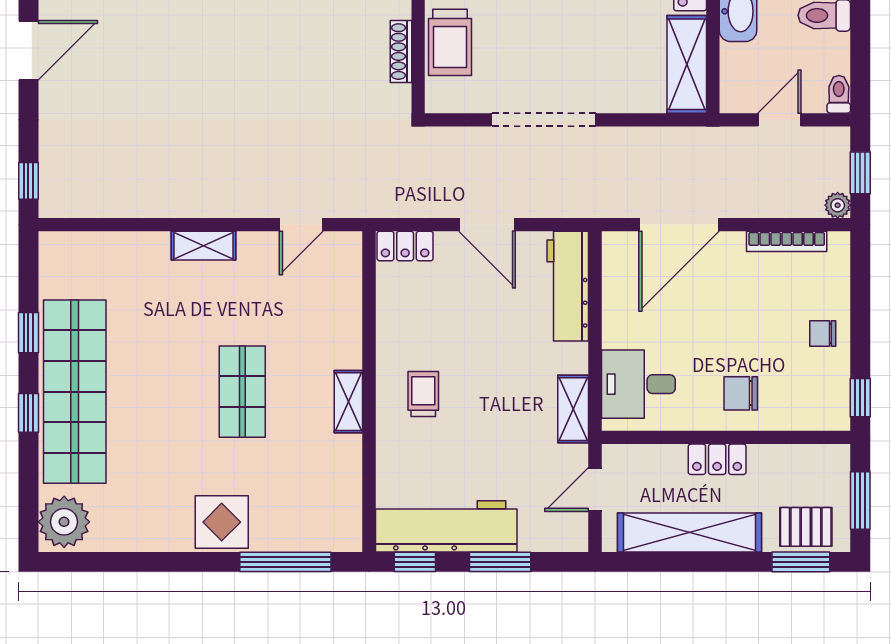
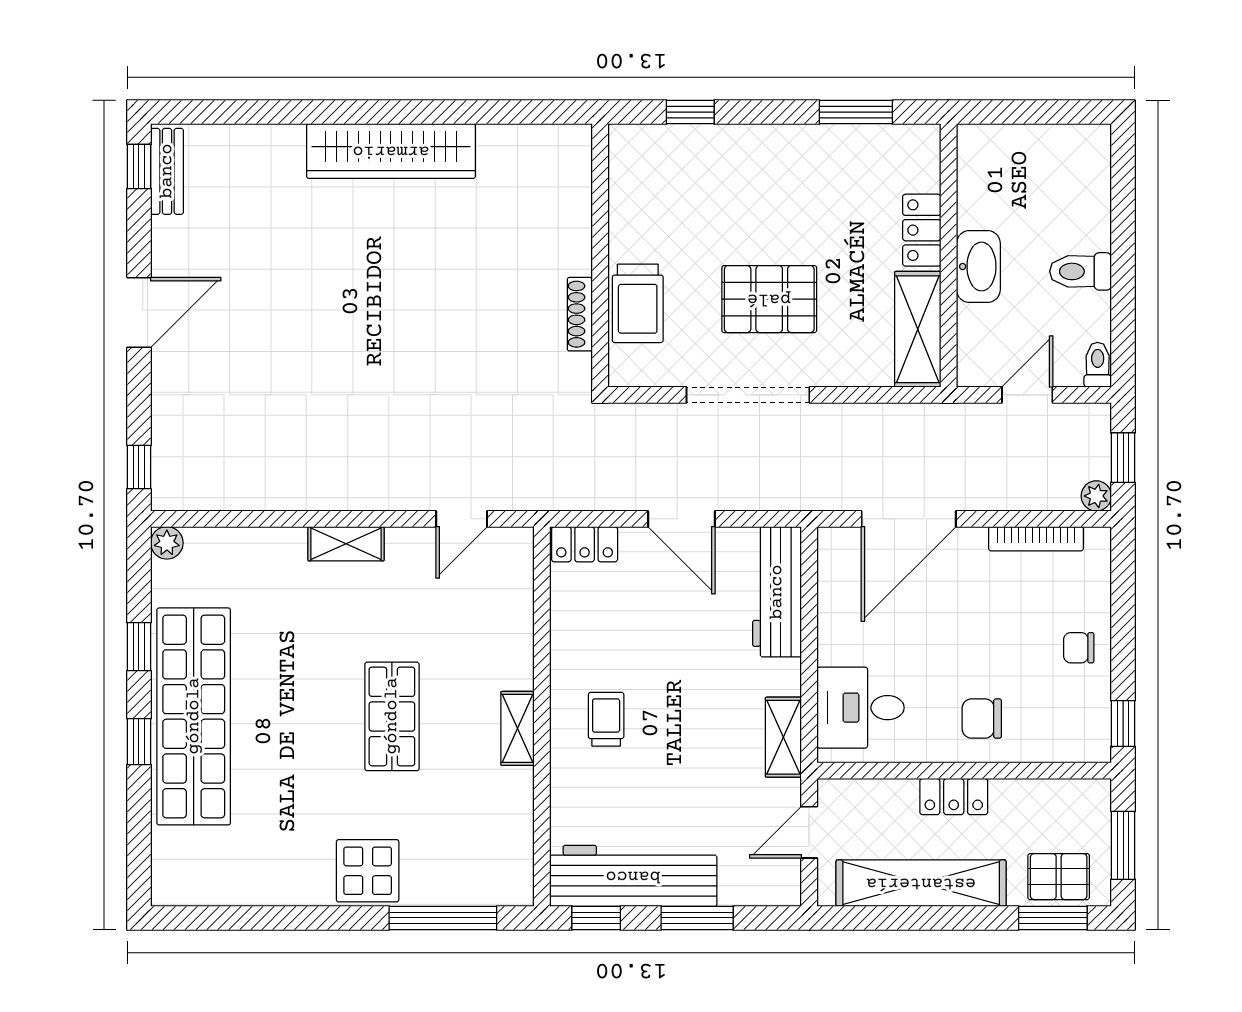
pallet: (561, 39) -> (769, 299), added
plant: (64, 522) -> (167, 543), moved, width x0.53, depth x0.53

